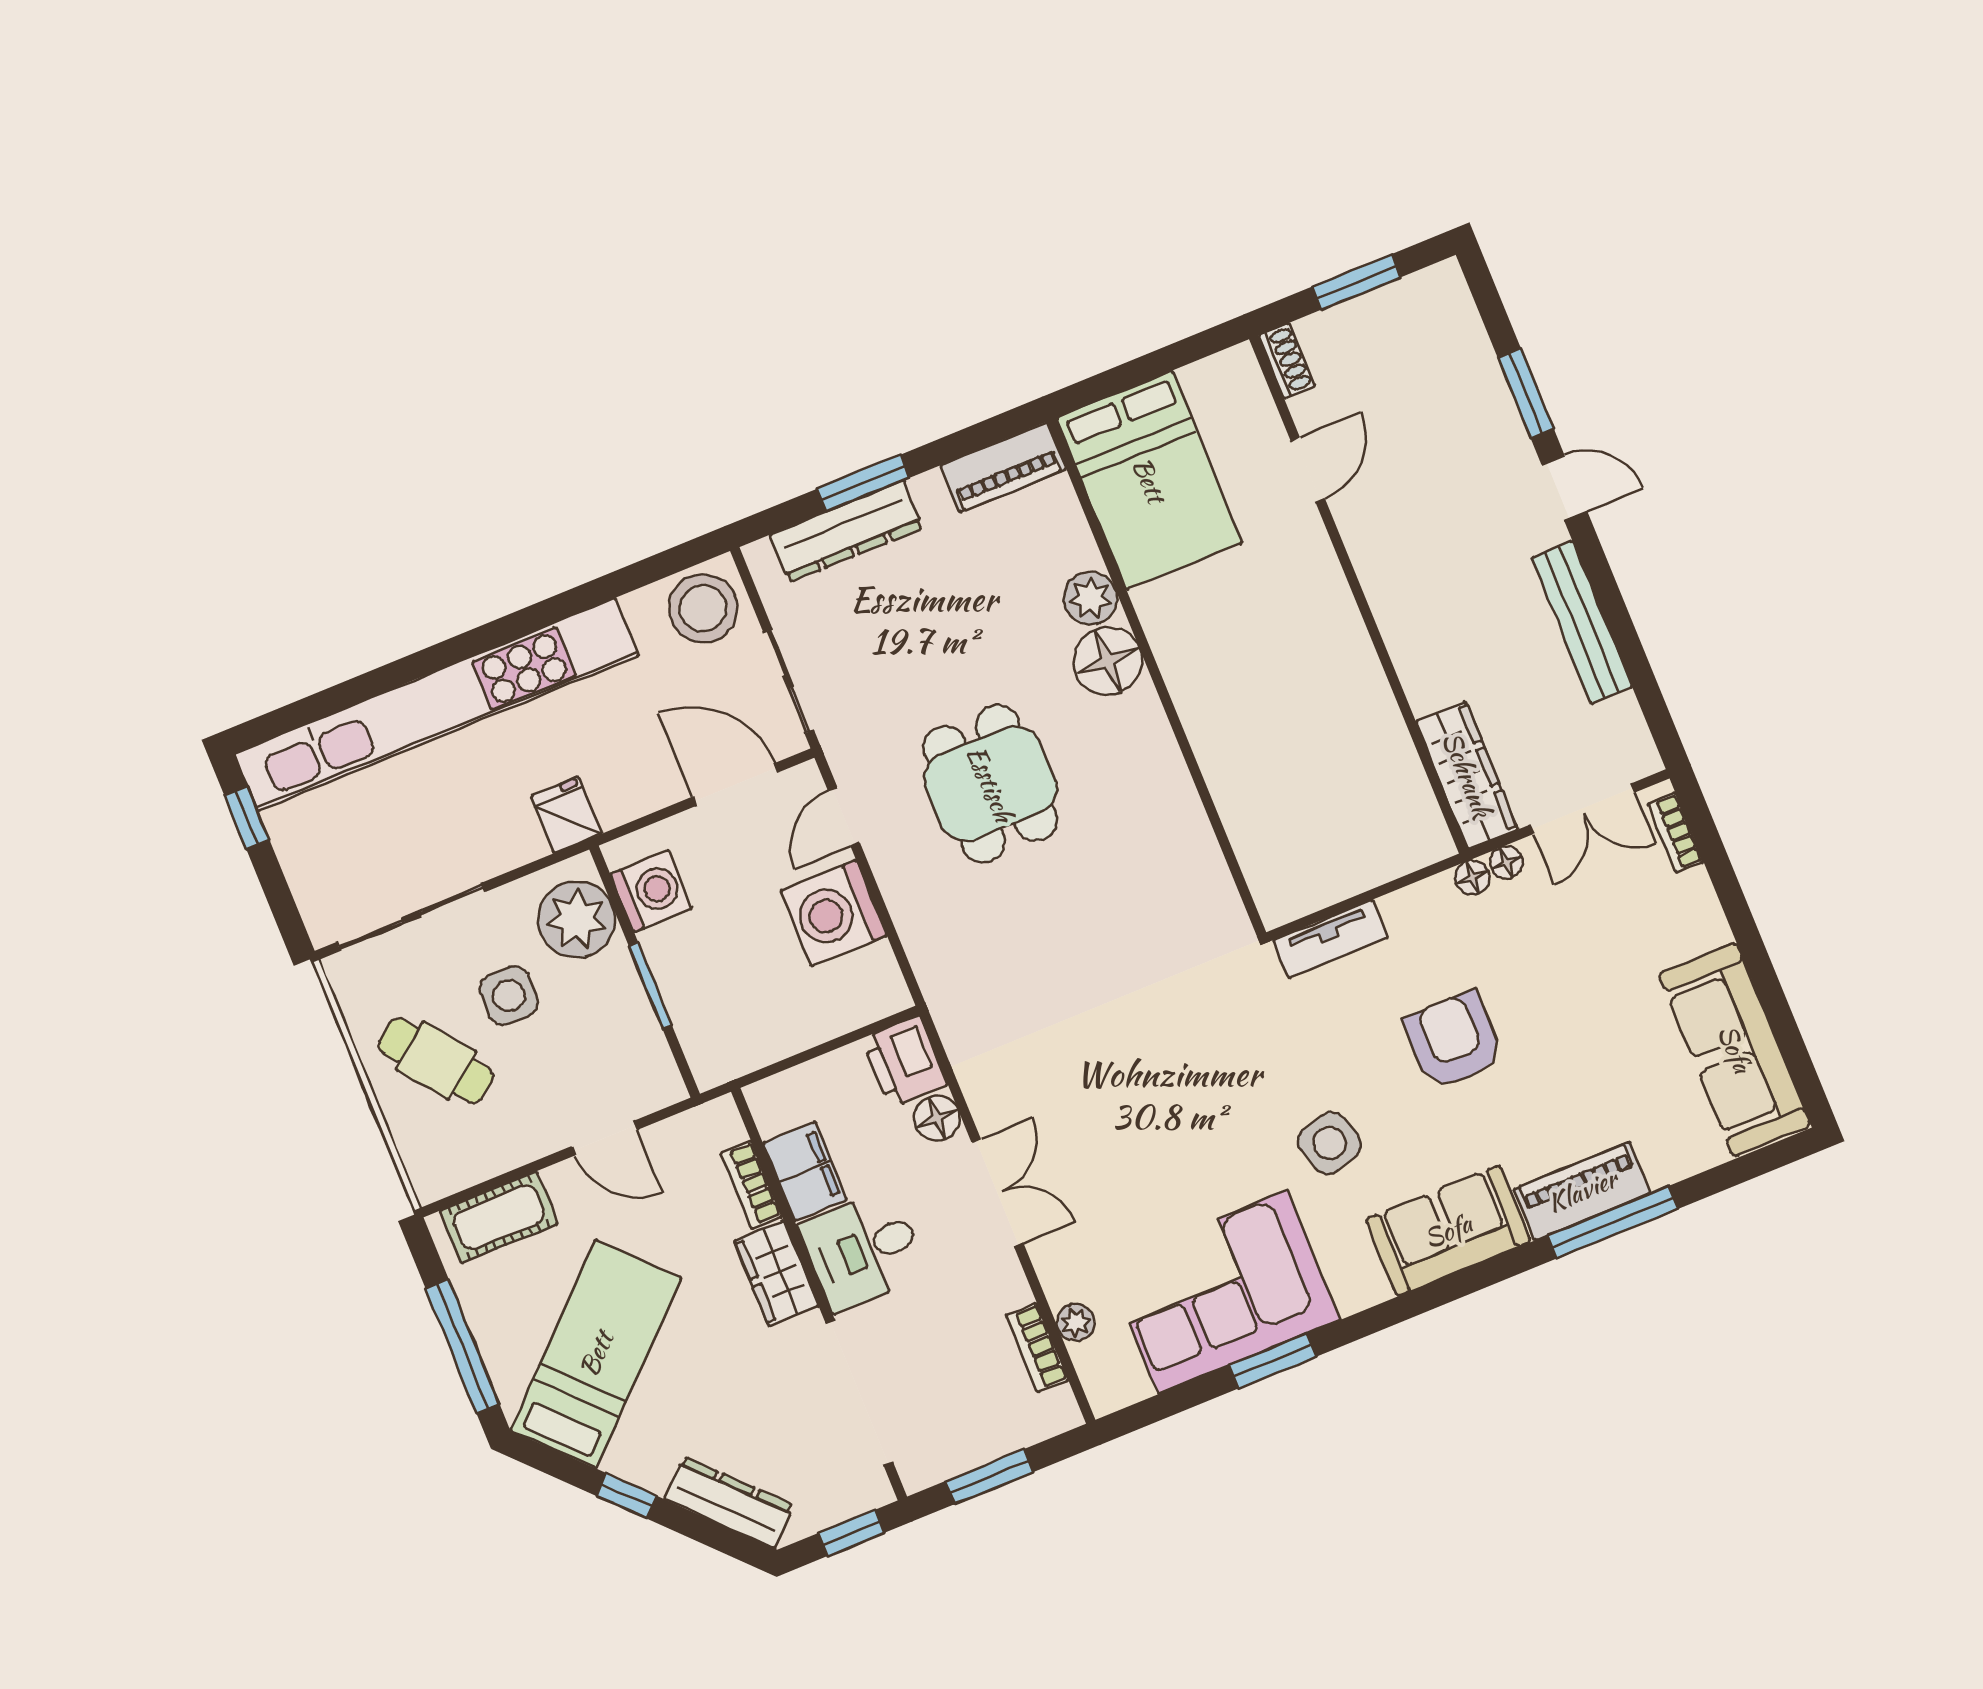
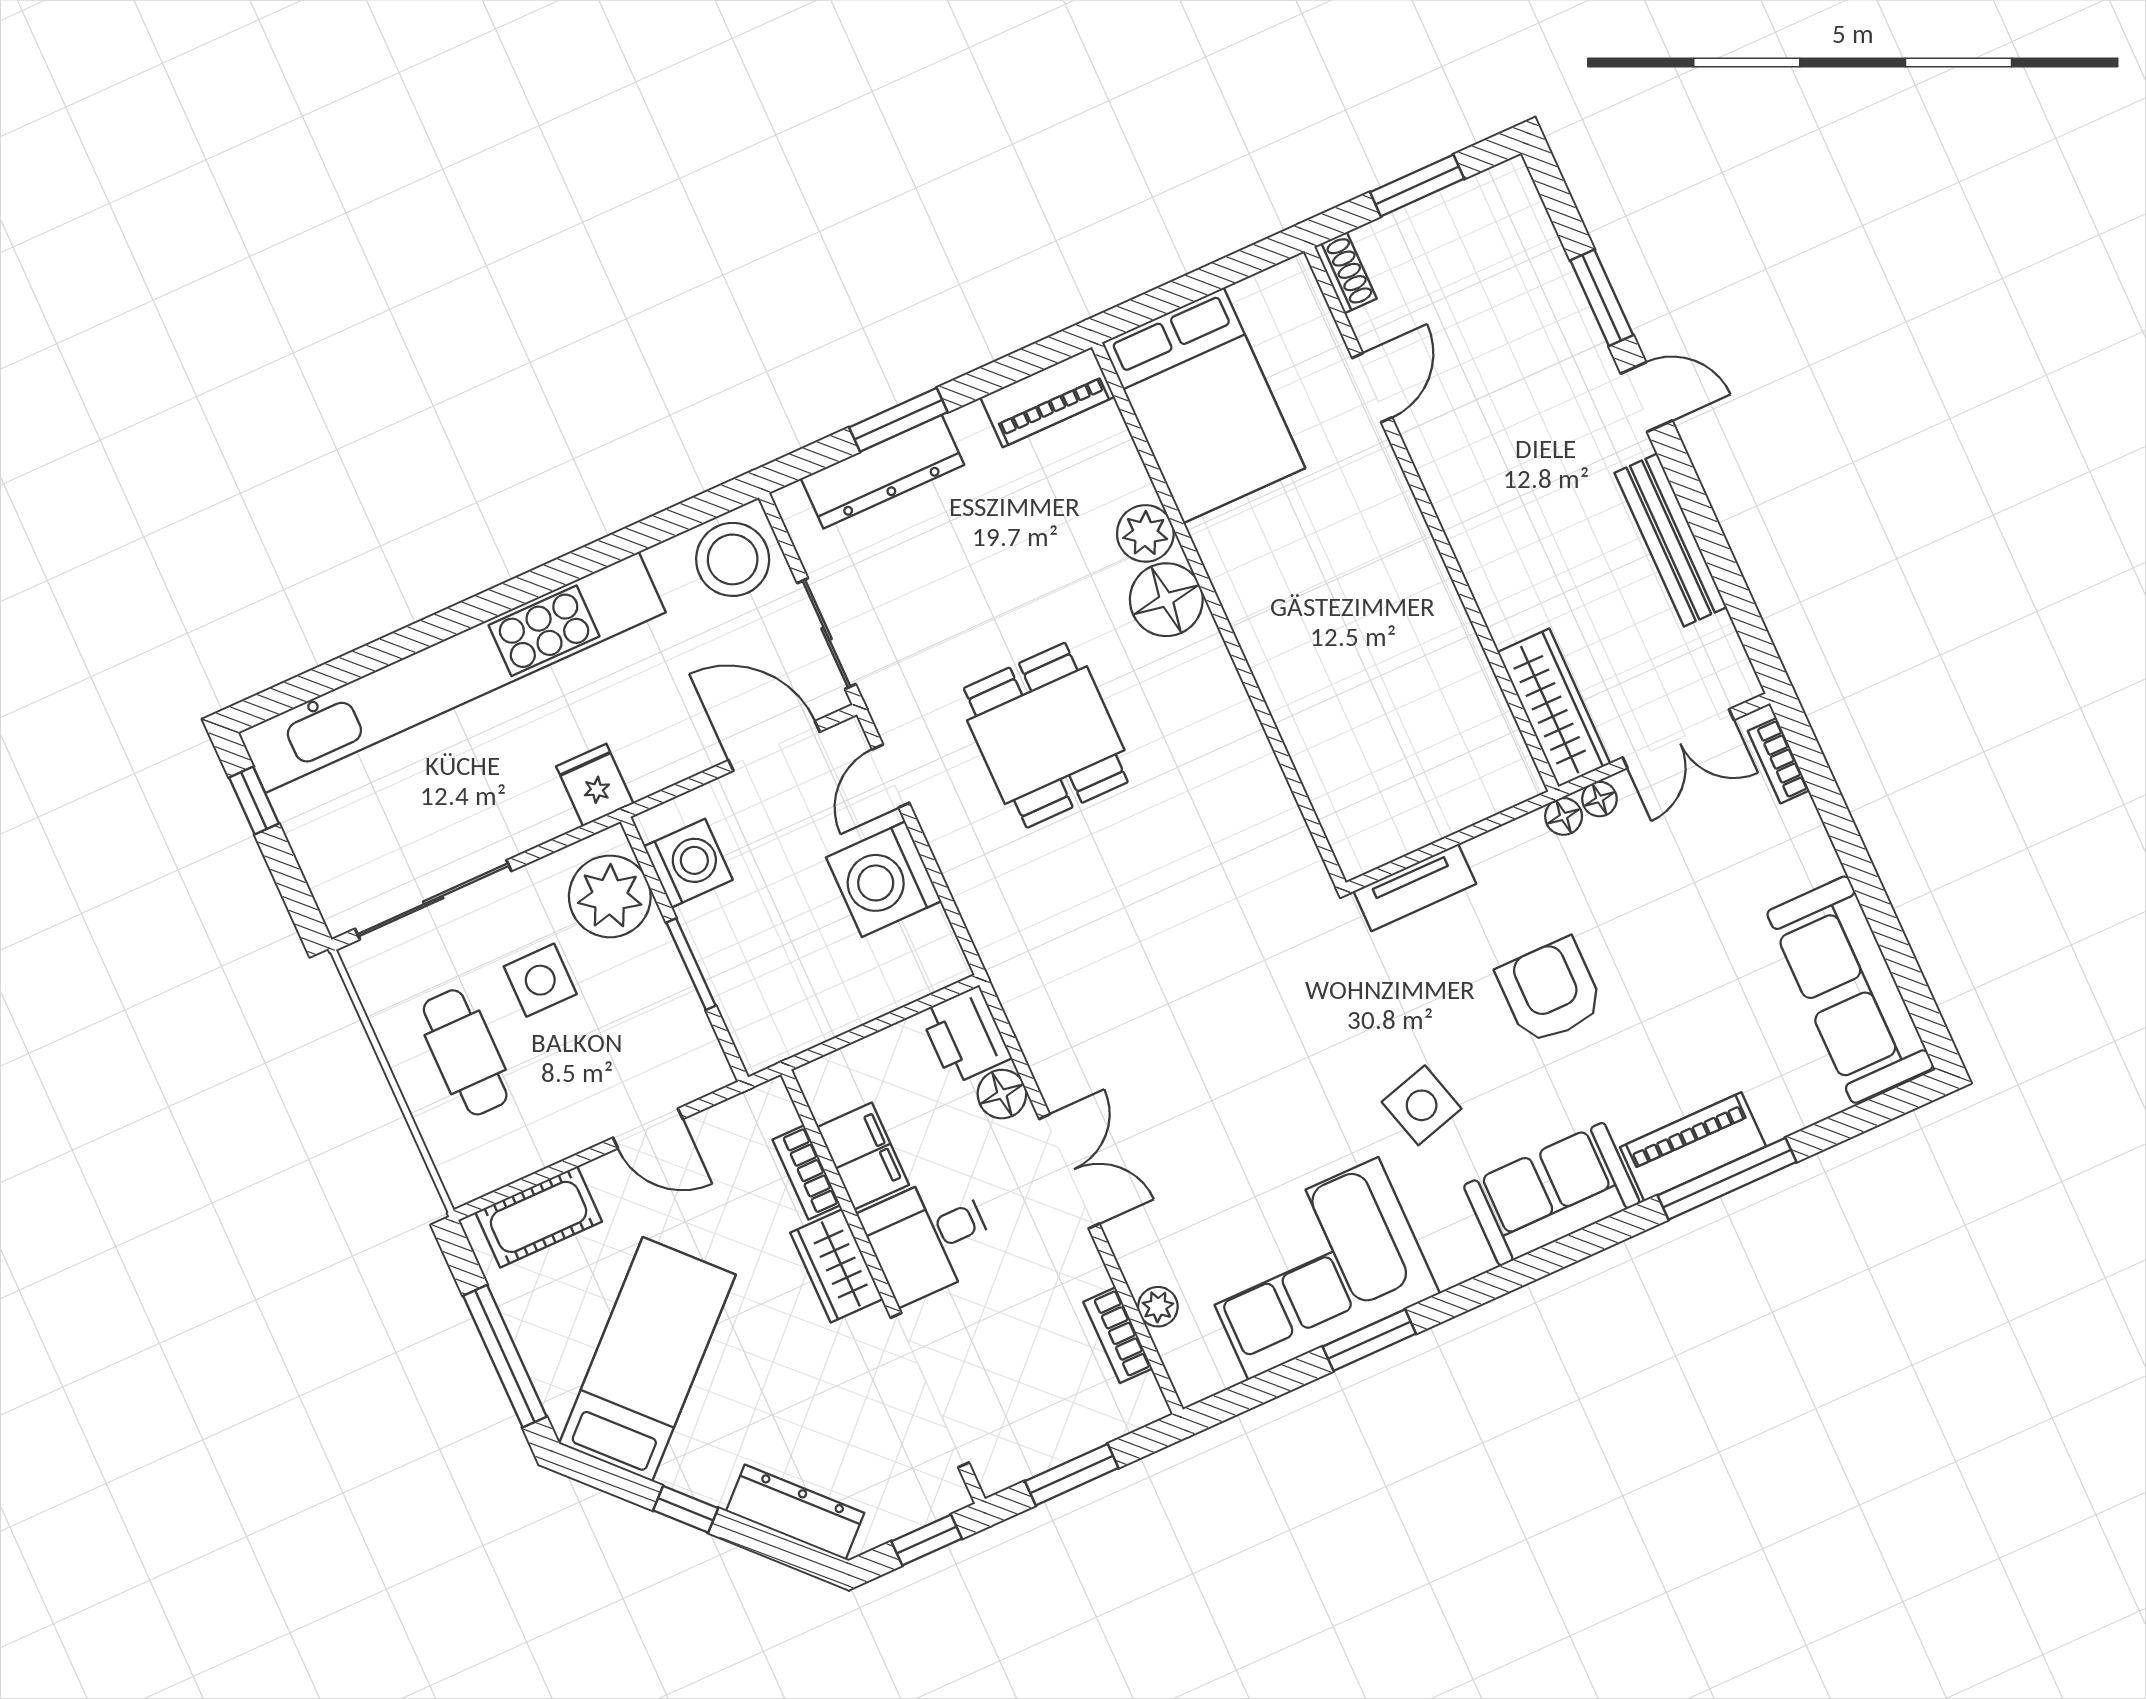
cafe table: (436, 1061) -> (465, 1052), turned 38

